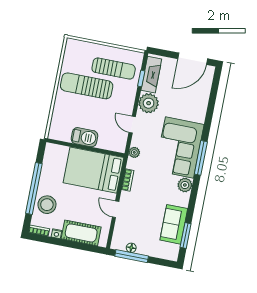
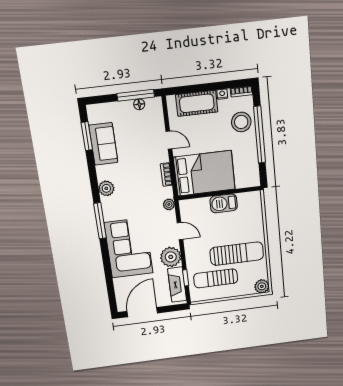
plant: (72, 46) -> (262, 286), added
corner sofa: (179, 148) -> (129, 248), moved

